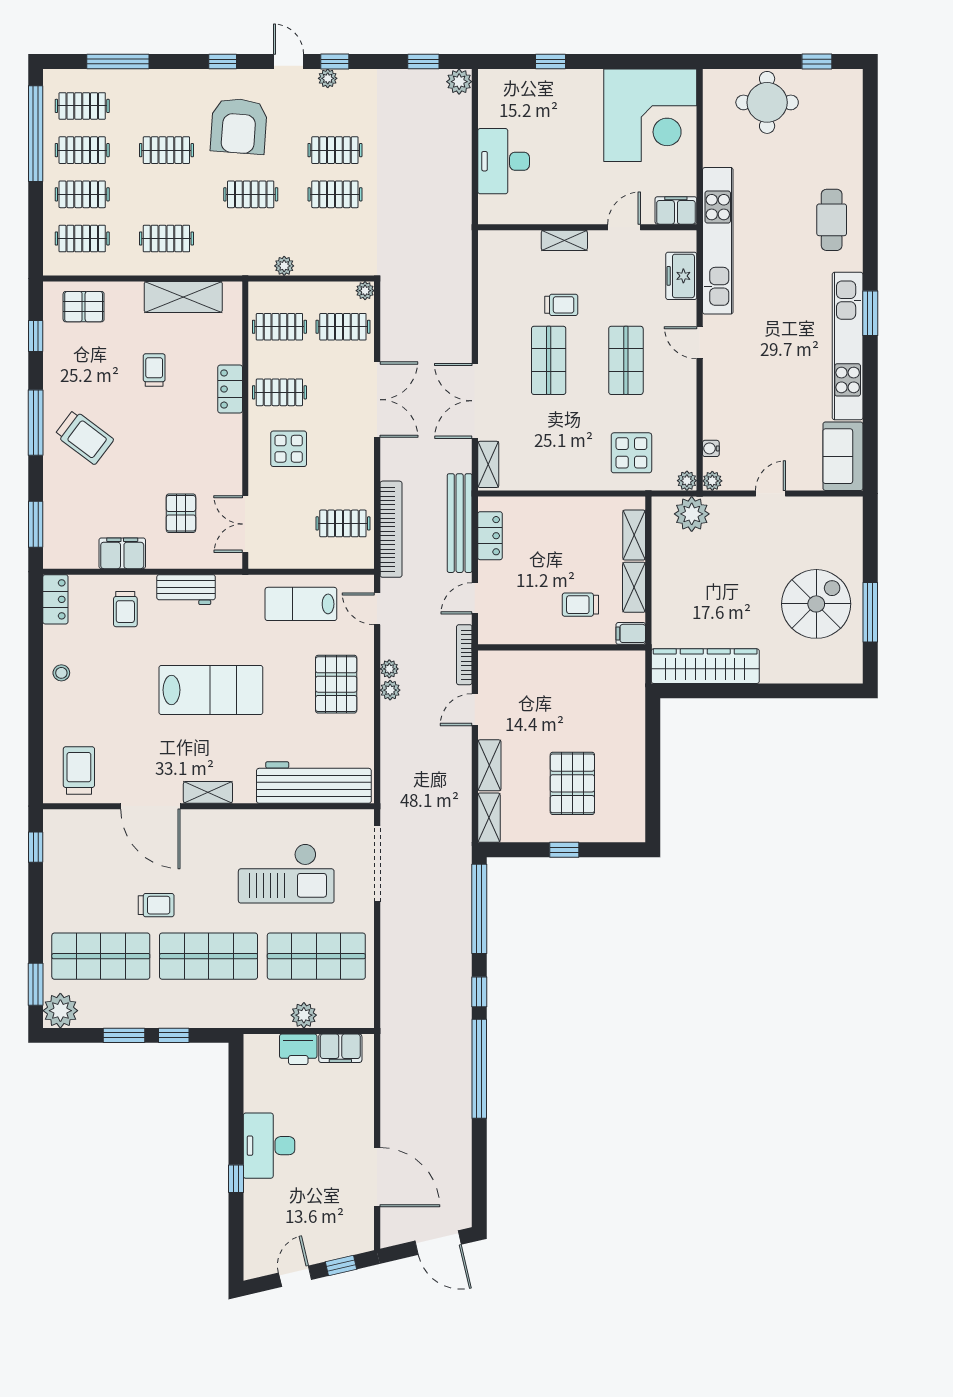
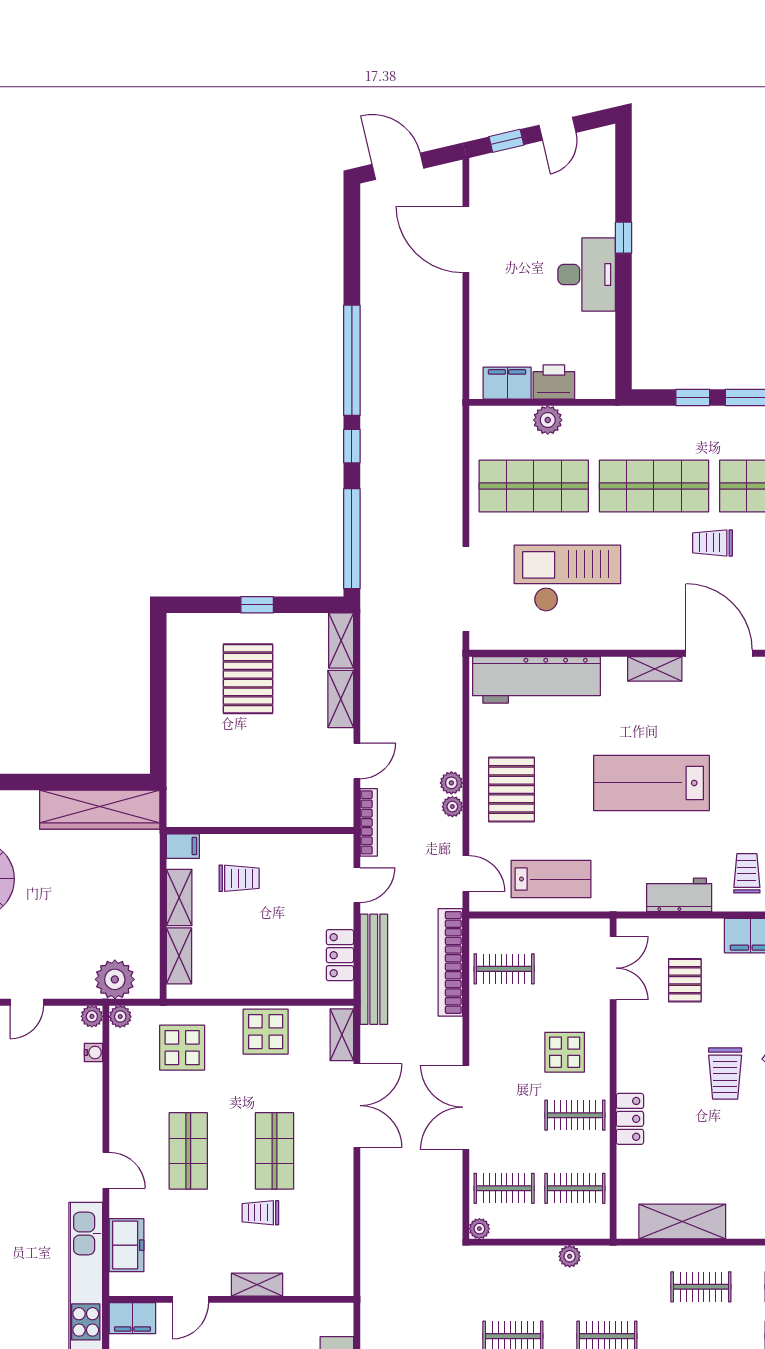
trolley: (154, 370) -> (725, 1073), moved, width x1.36, depth x1.39
display table: (557, 467) -> (266, 1032), added

